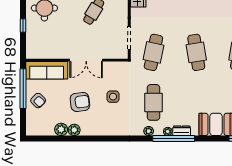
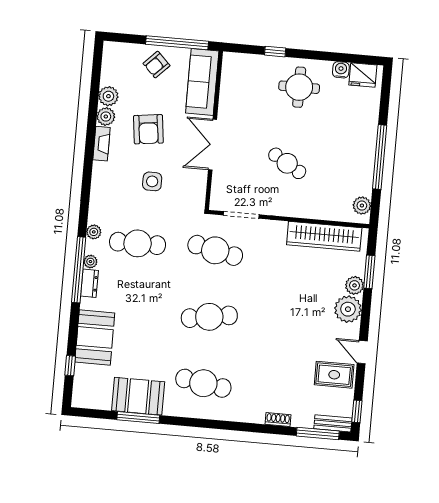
fireplace: (92, 131) -> (102, 144), added

